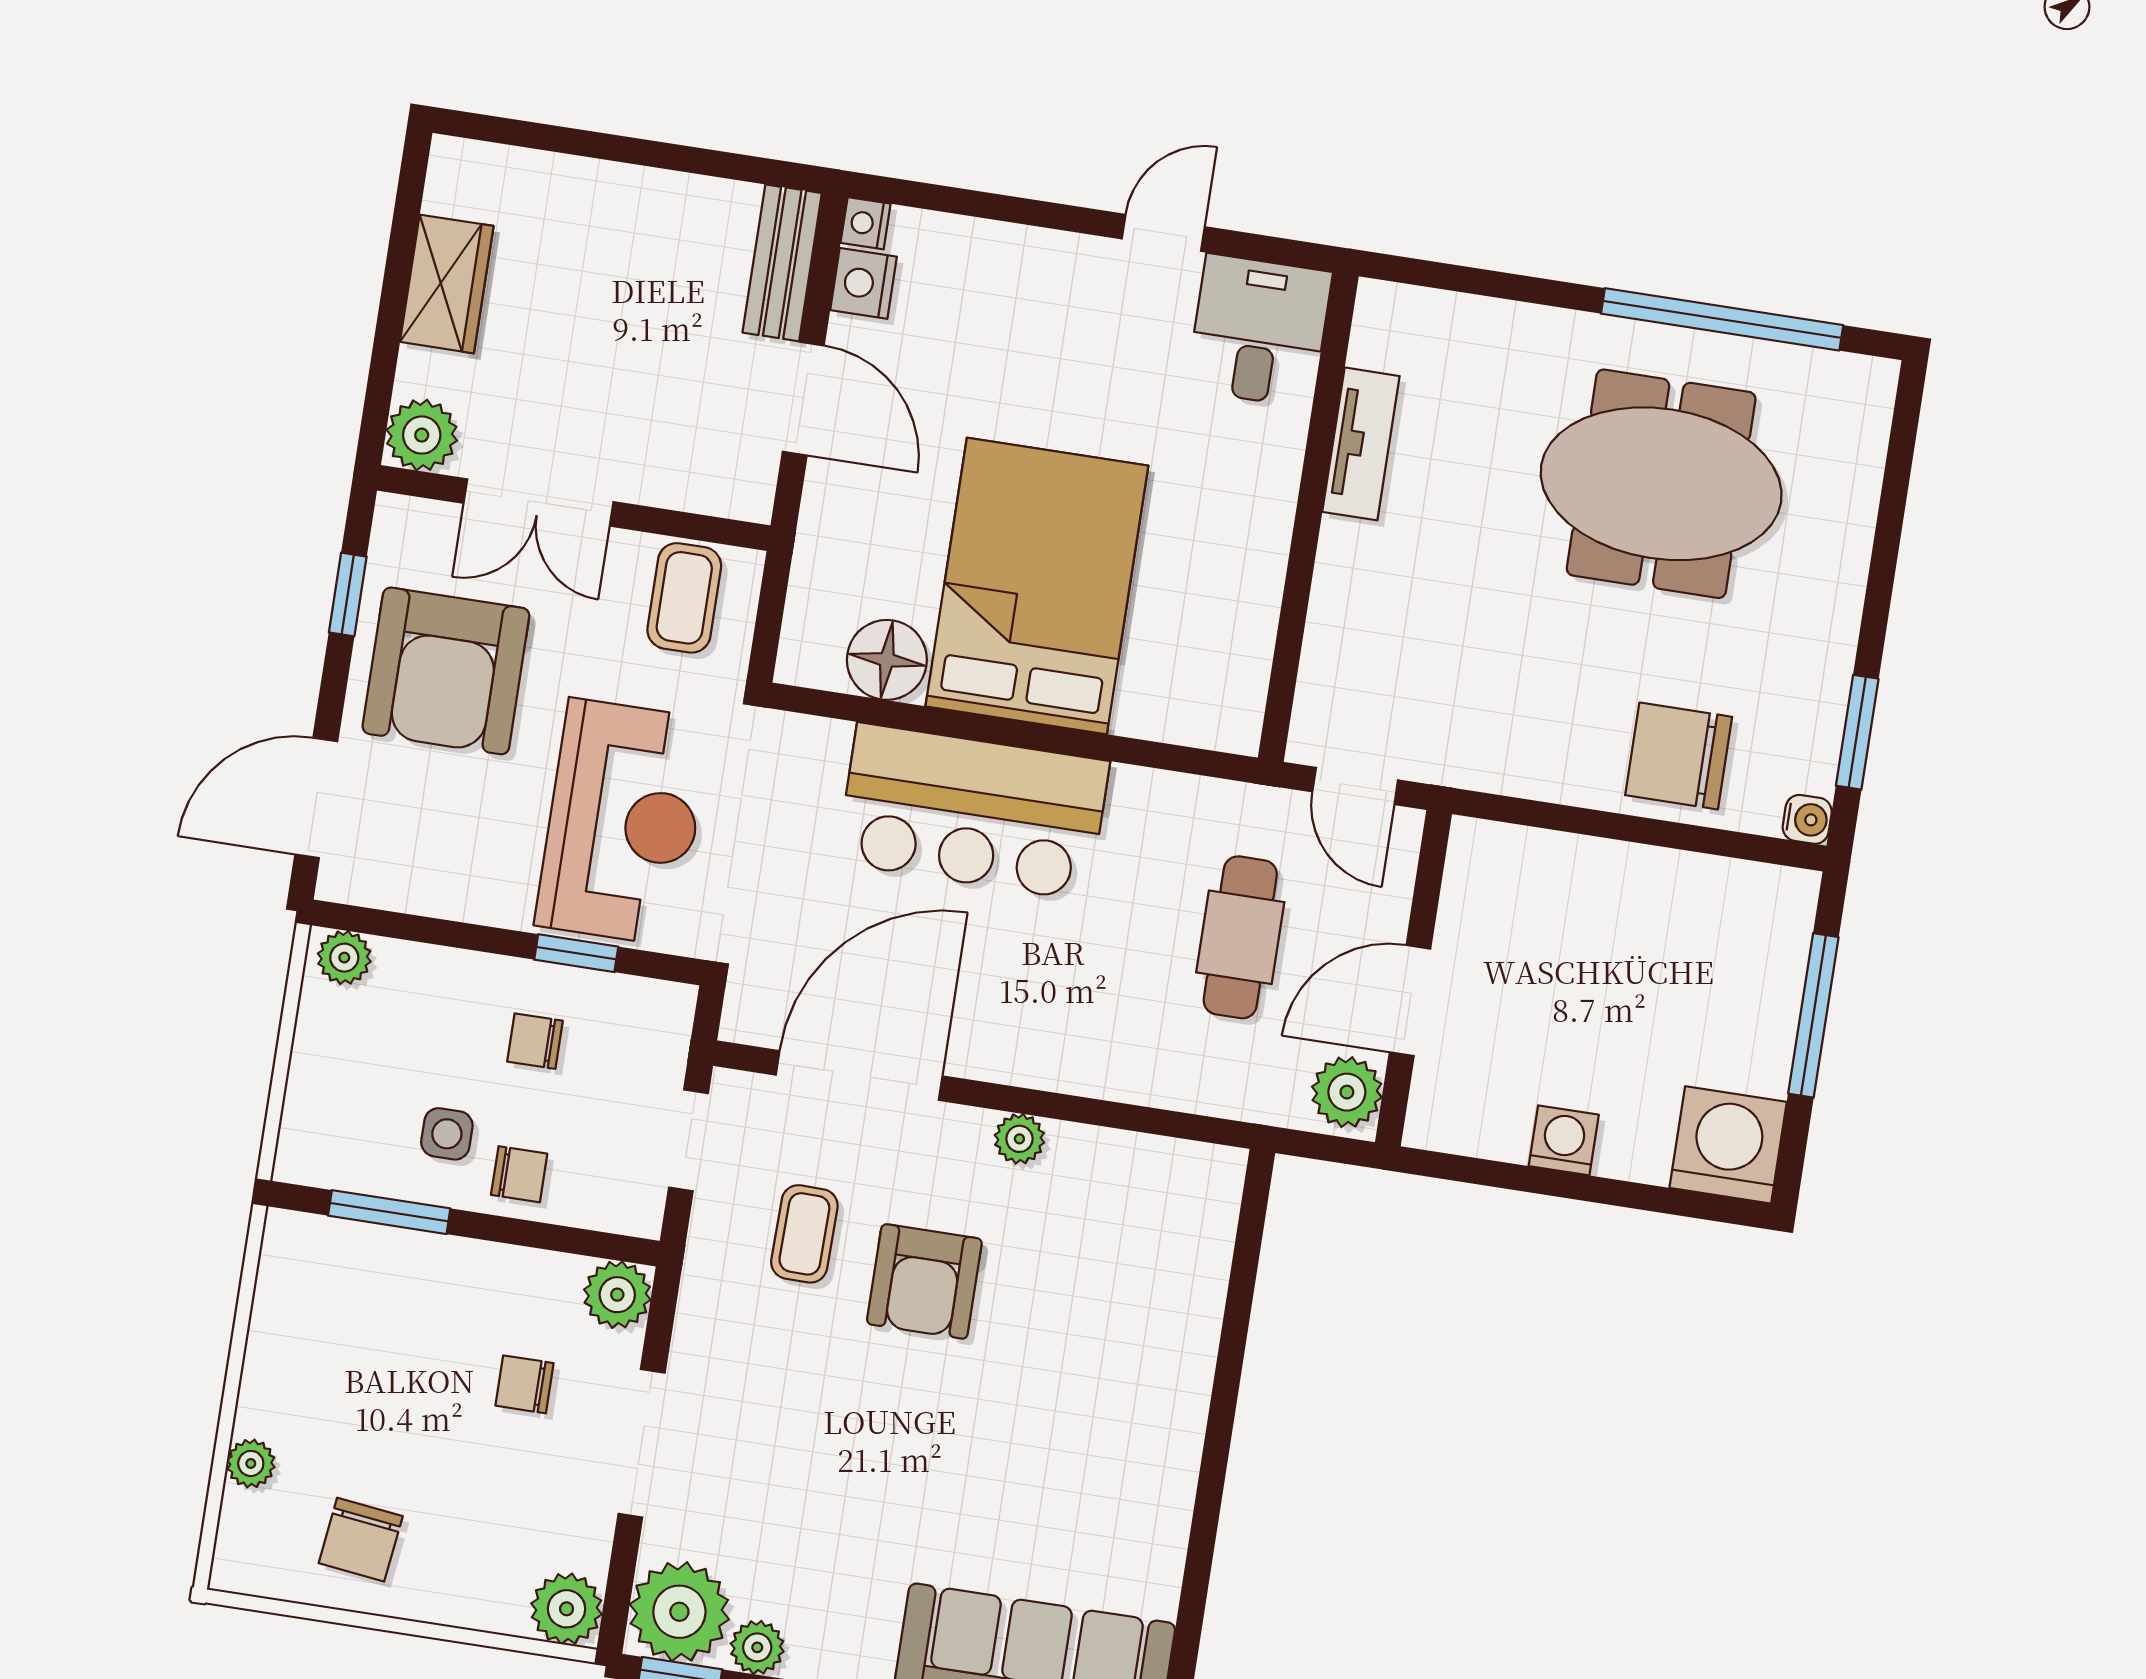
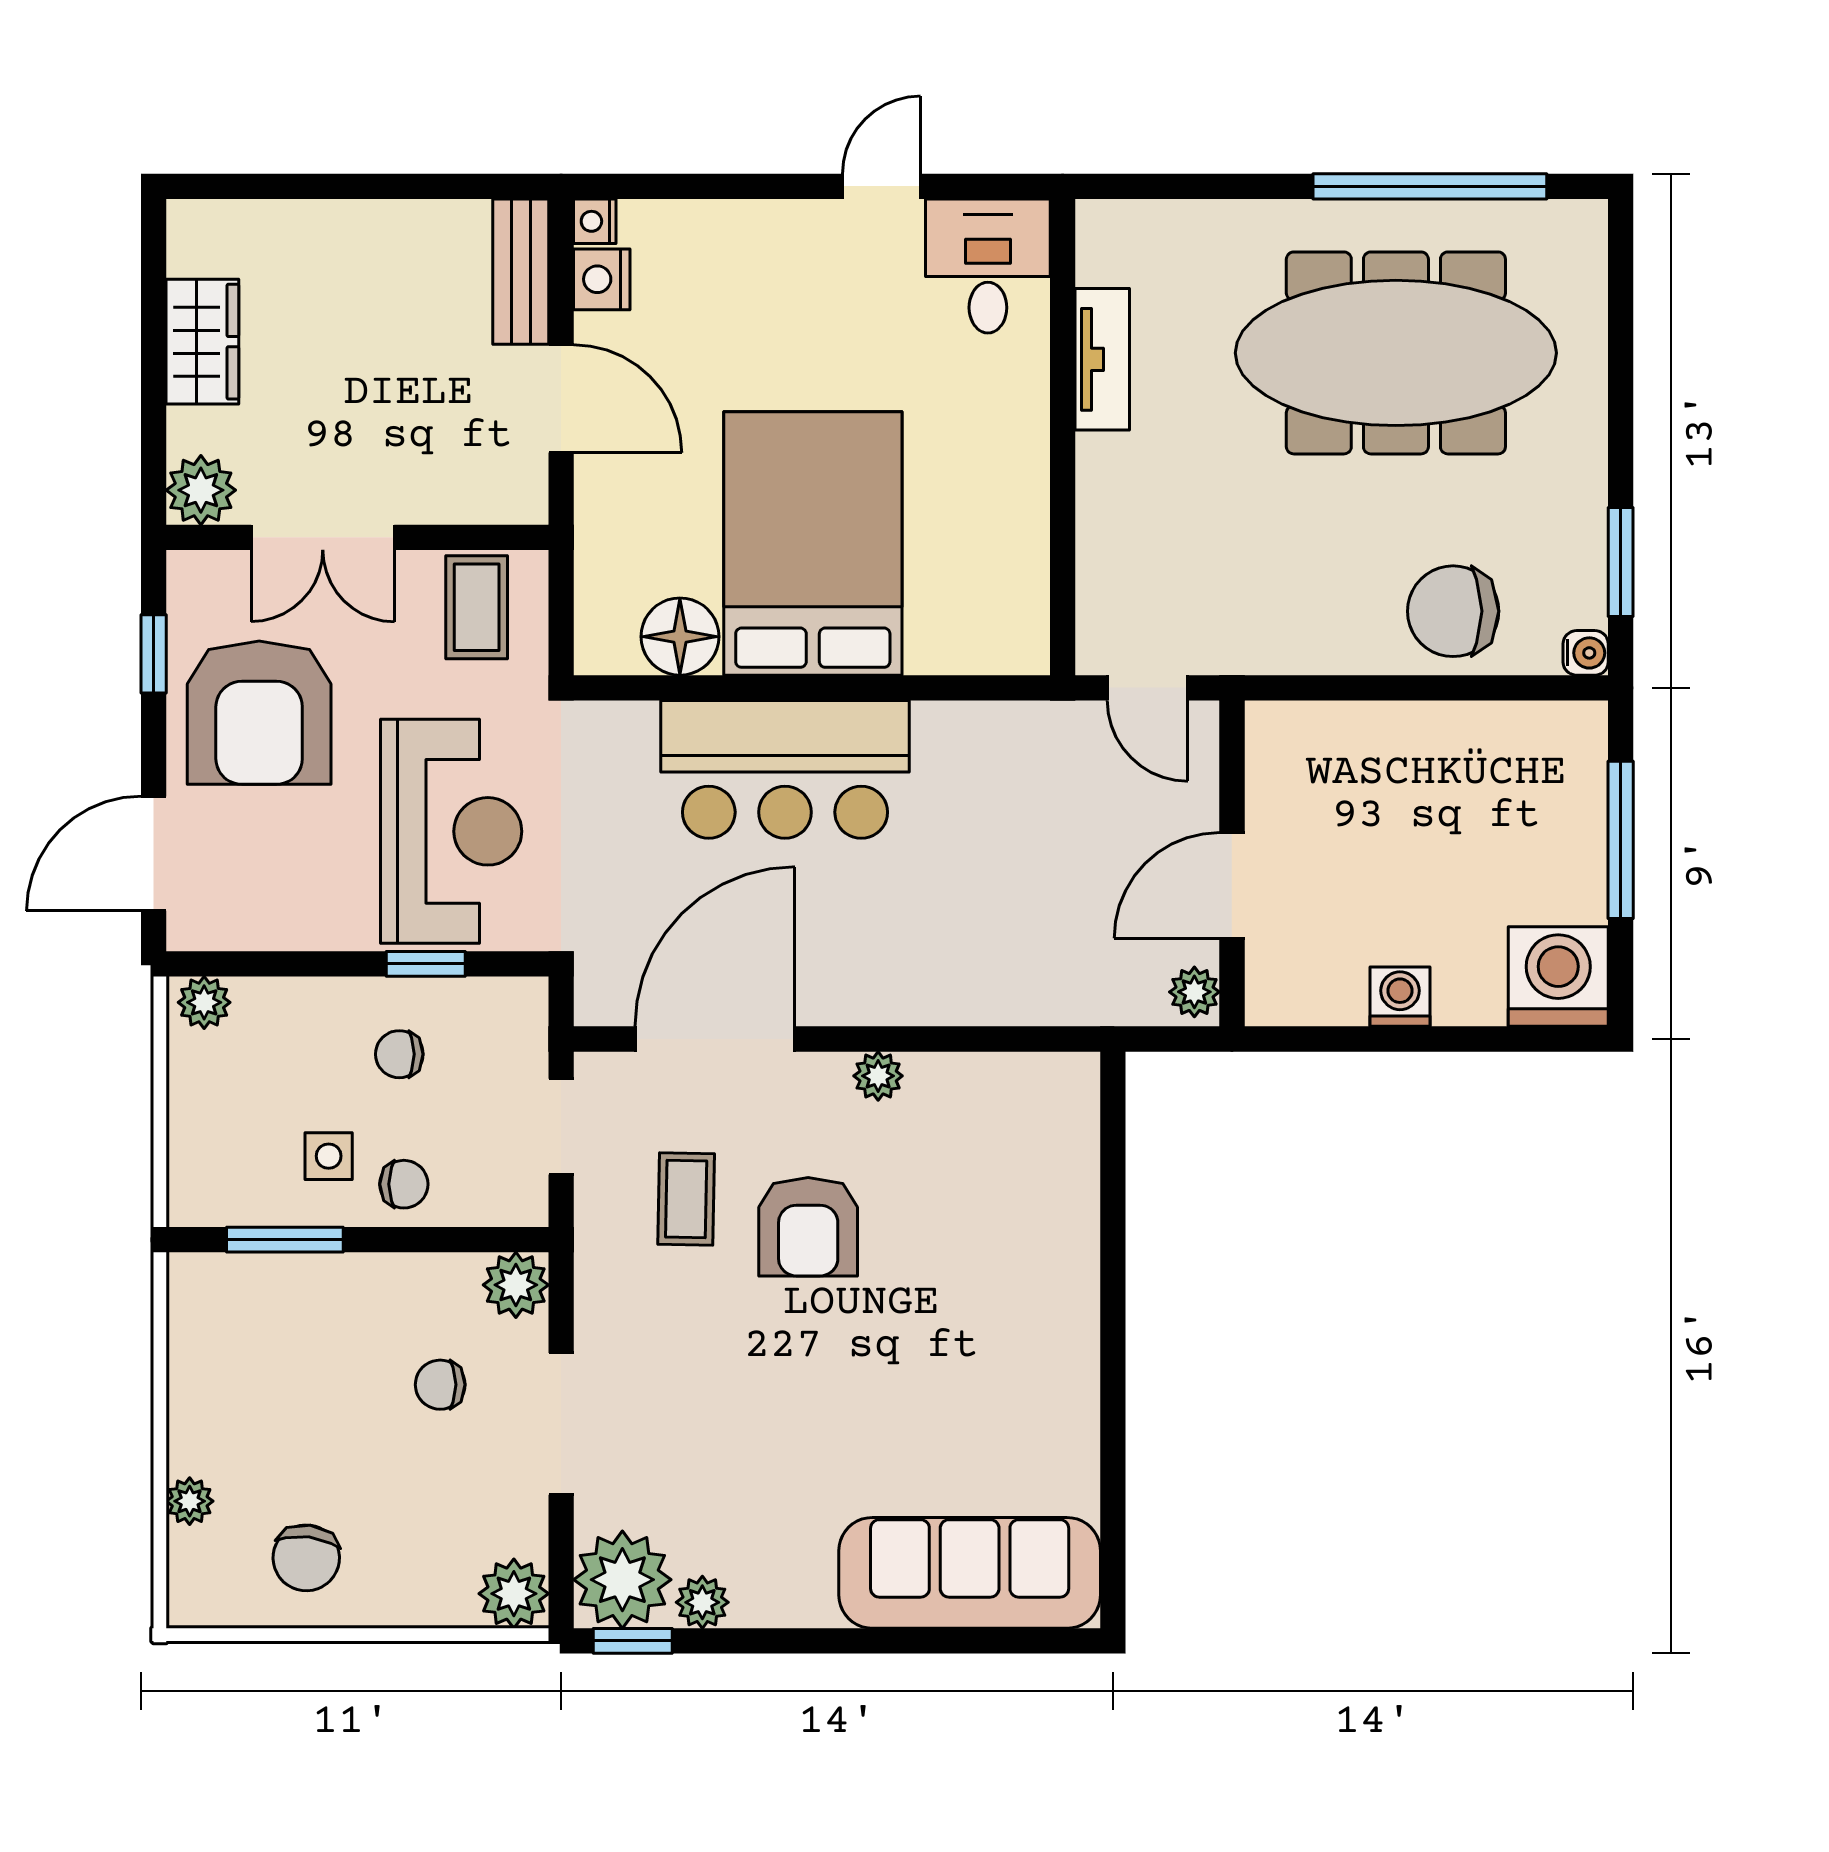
meeting table: (1661, 484) -> (1396, 353), width x1.36
cafe table: (1240, 937) -> (1060, 850), removed
plant: (1347, 1092) -> (1194, 992), width x0.73, depth x0.73

